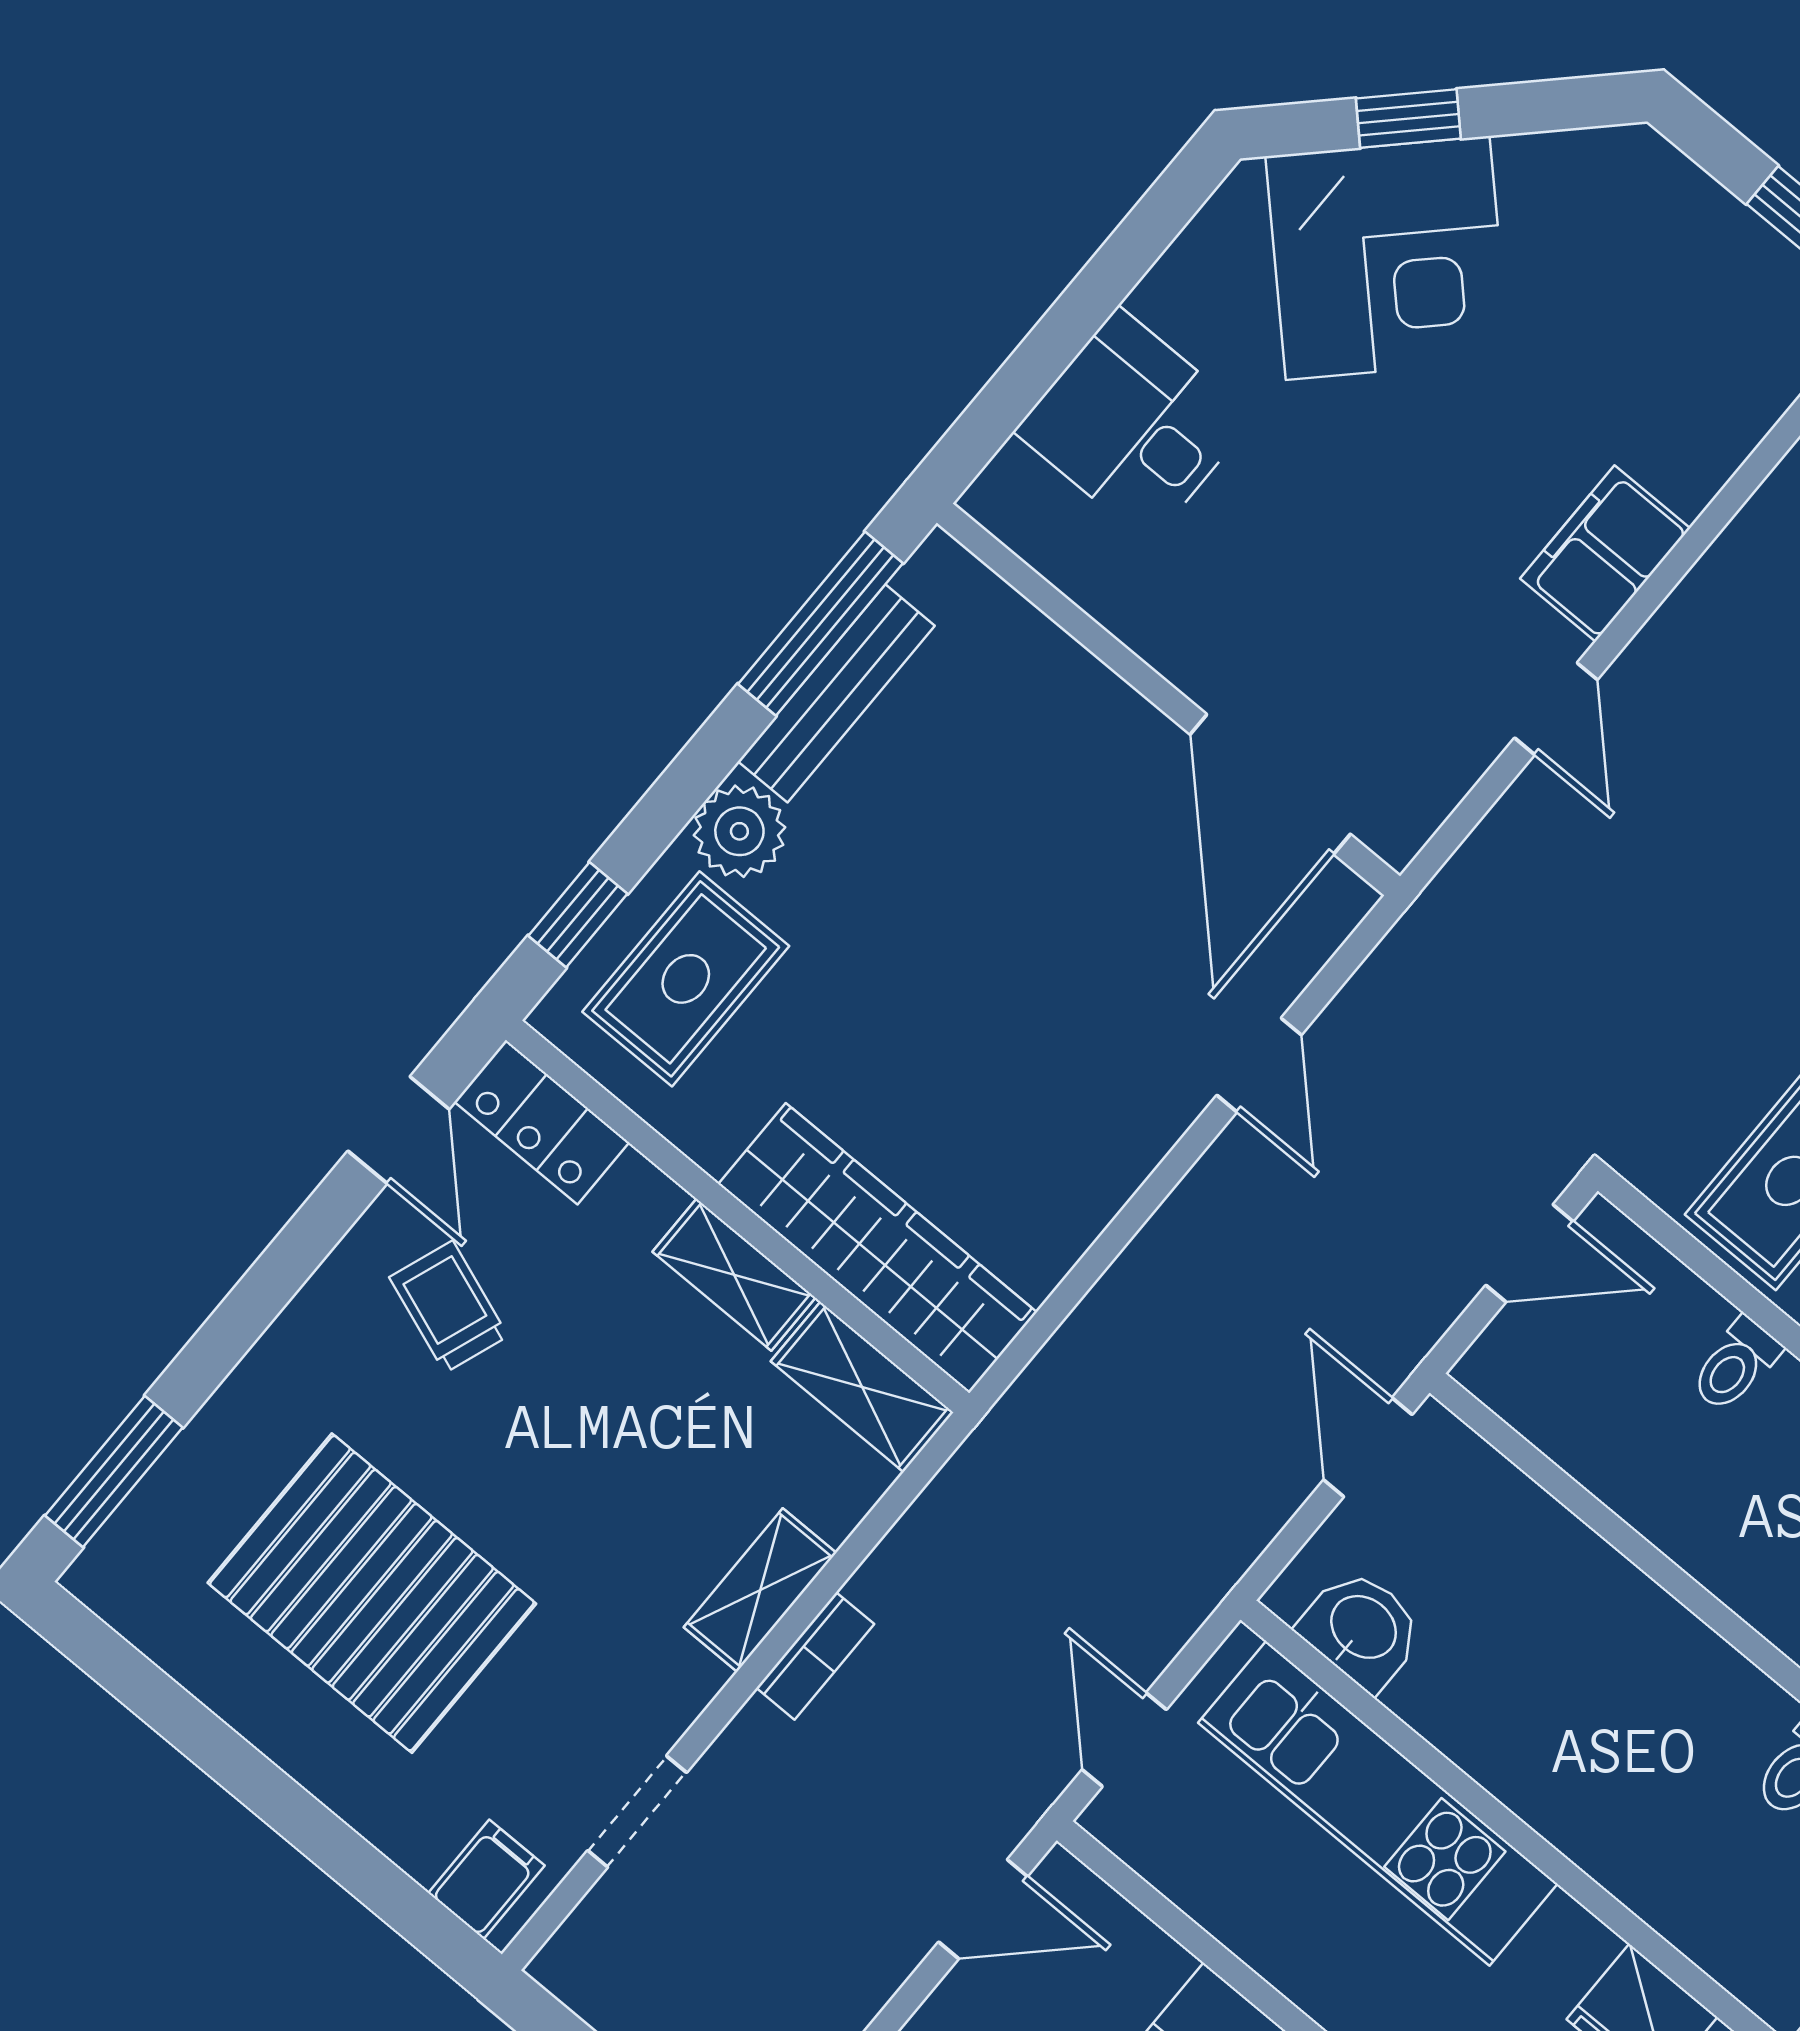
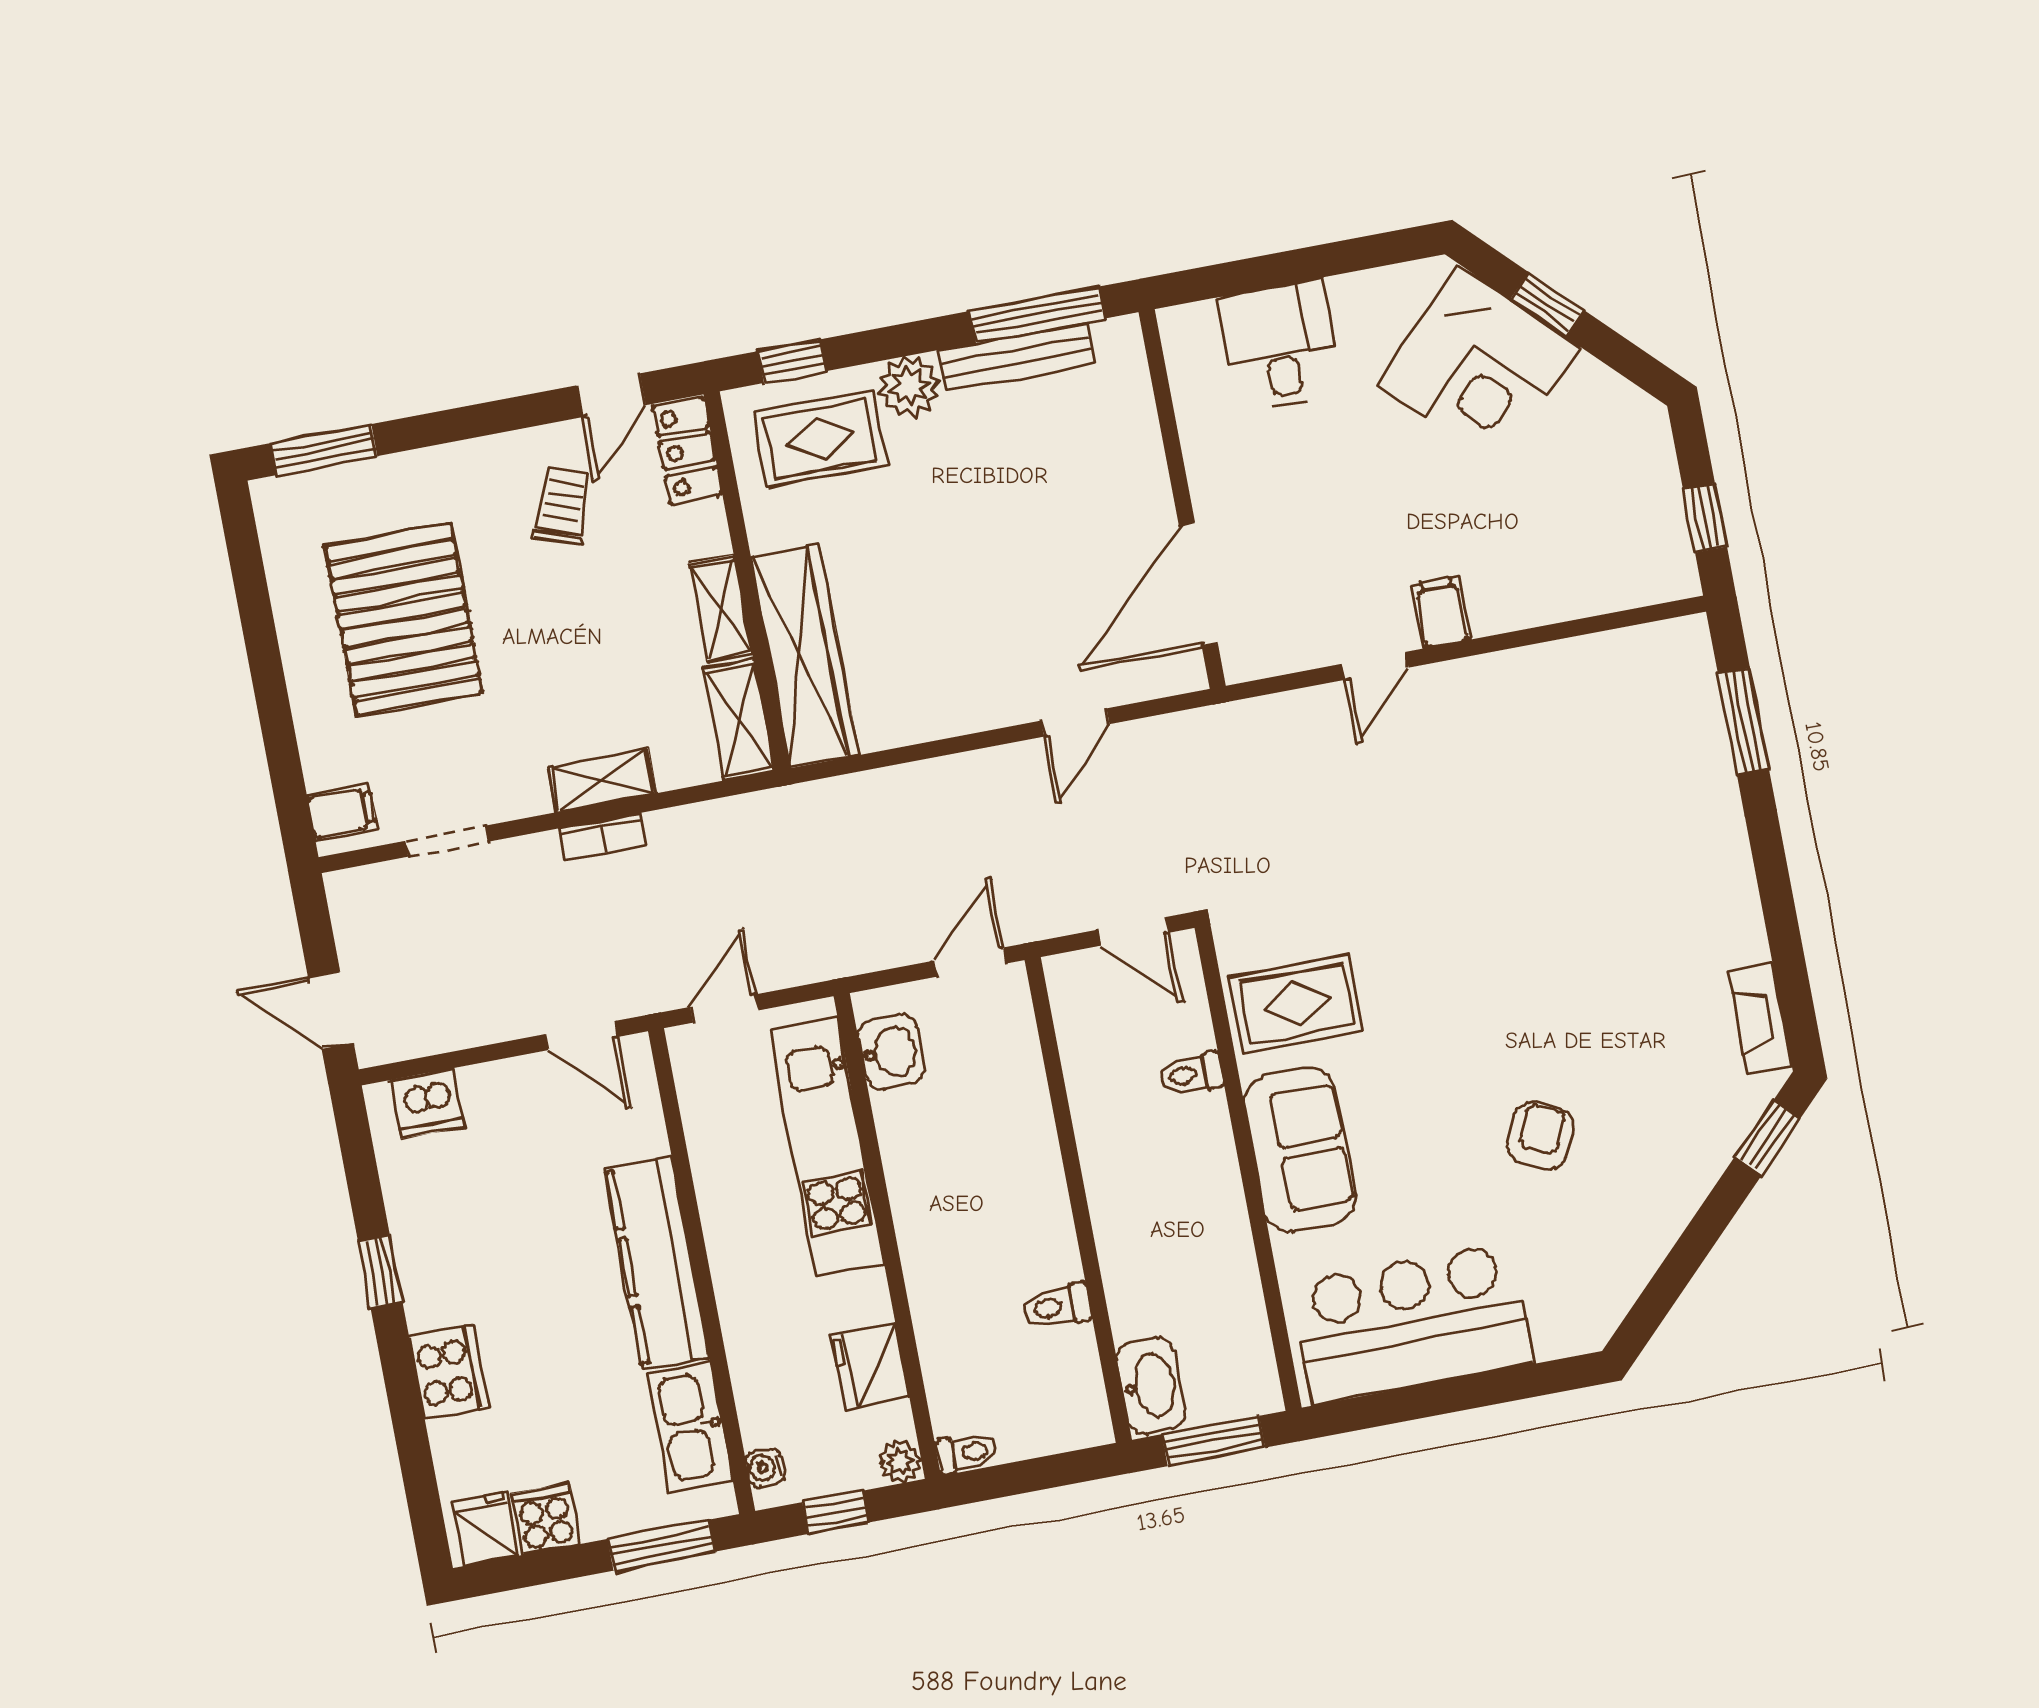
filing cabinet: (1605, 553) -> (1441, 612), width x0.50

